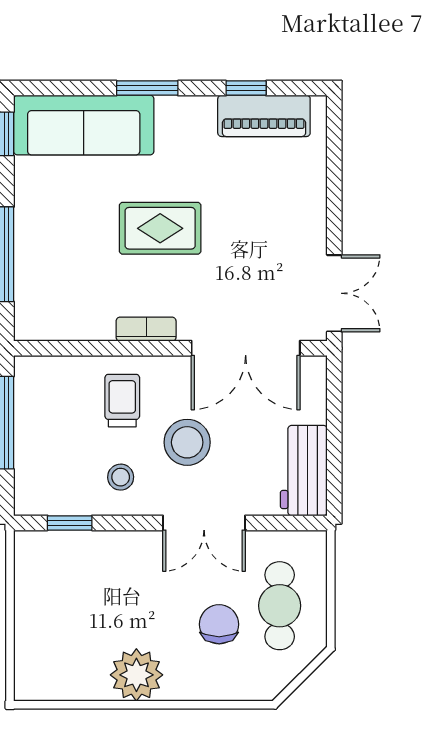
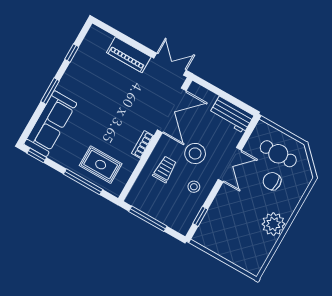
piano: (264, 116) -> (129, 55), moved, turned 90
rug: (160, 228) -> (101, 165), moved, turned 90
trolley: (122, 401) -> (165, 169), turned 90

